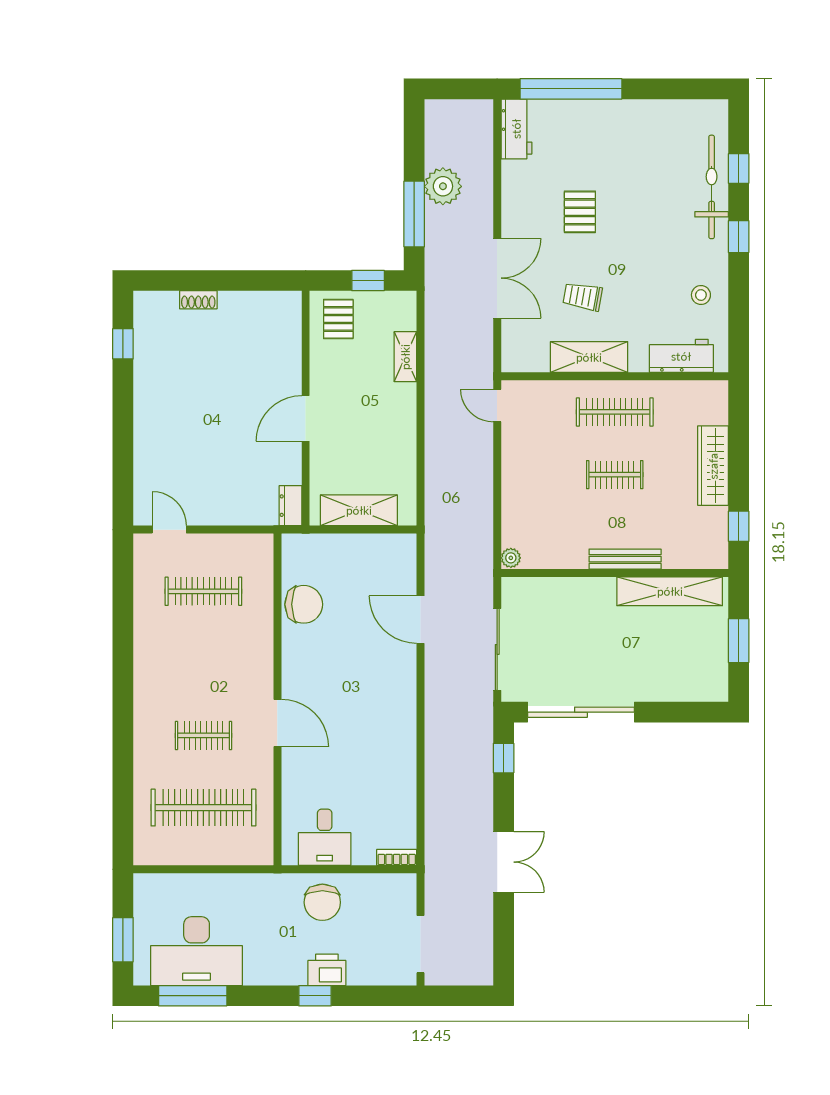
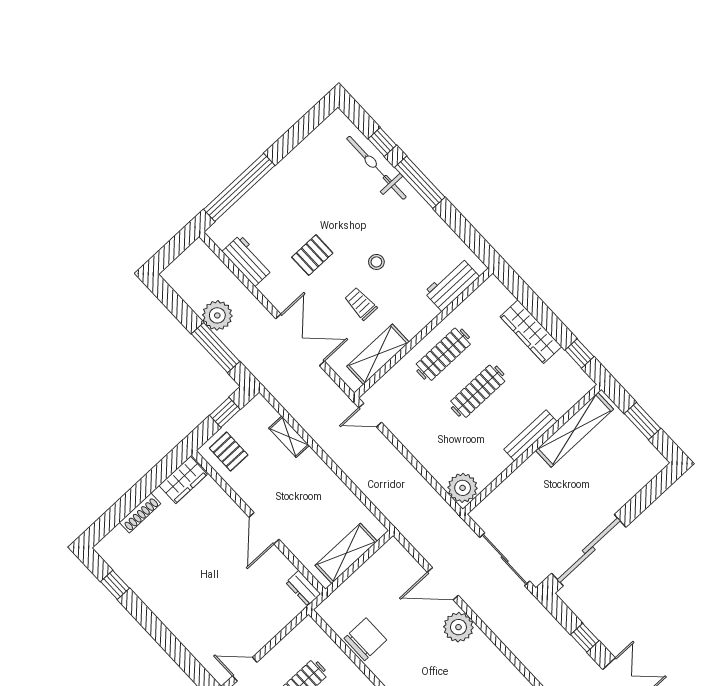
workbench: (516, 129) -> (247, 261), moved
pallet: (580, 212) -> (312, 255), turned 90
window: (739, 237) -> (420, 182), width x2.17
stool: (701, 295) -> (376, 262), moved
trolley: (583, 297) -> (361, 304), turned 80
shoe rack: (198, 300) -> (140, 513), width x1.43
wardrobe: (273, 306) -> (183, 480), added
shelving: (589, 357) -> (378, 354), moved
clothes rail: (615, 475) -> (478, 391), width x1.36
plant: (511, 558) -> (463, 488), width x1.88, depth x1.88
plant: (398, 672) -> (458, 627), added
window: (504, 758) -> (585, 638), moved

